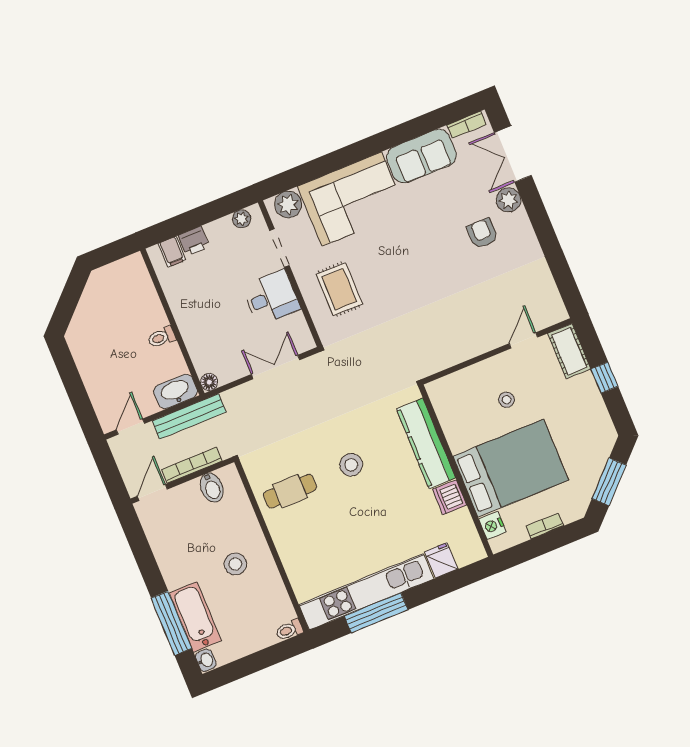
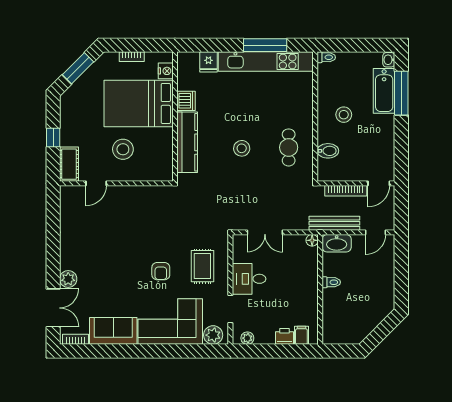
armchair: (482, 233) -> (161, 271), moved
stool: (507, 400) -> (123, 149), width x1.89, depth x1.89
bidet: (212, 488) -> (328, 151), moved, turned 90
cafe table: (290, 491) -> (289, 147), turned 90

